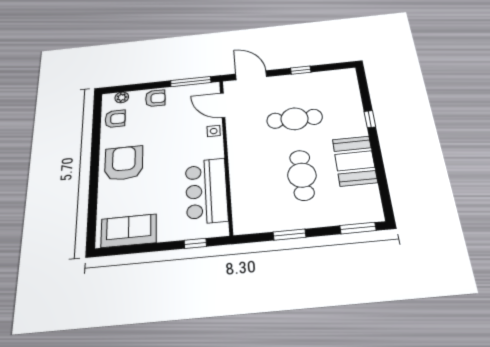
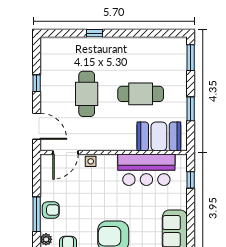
door: (251, 75) -> (37, 126), swing flipped
window: (191, 82) -> (37, 214), moved
armchair: (155, 98) -> (51, 210), turned 90
booth: (355, 161) -> (159, 137), moved

